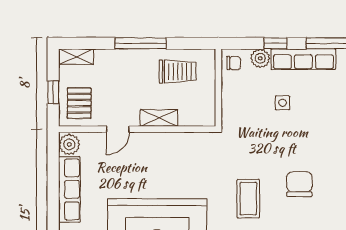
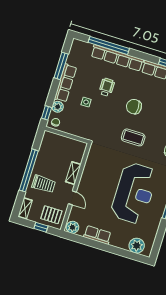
window: (141, 43) -> (29, 170), width x1.46
window: (275, 43) -> (47, 113), moved
trolley: (178, 72) -> (44, 184), moved, turned 90
wheelchair: (318, 129) -> (107, 87), added
row of seats: (69, 189) -> (97, 235), width x0.68

